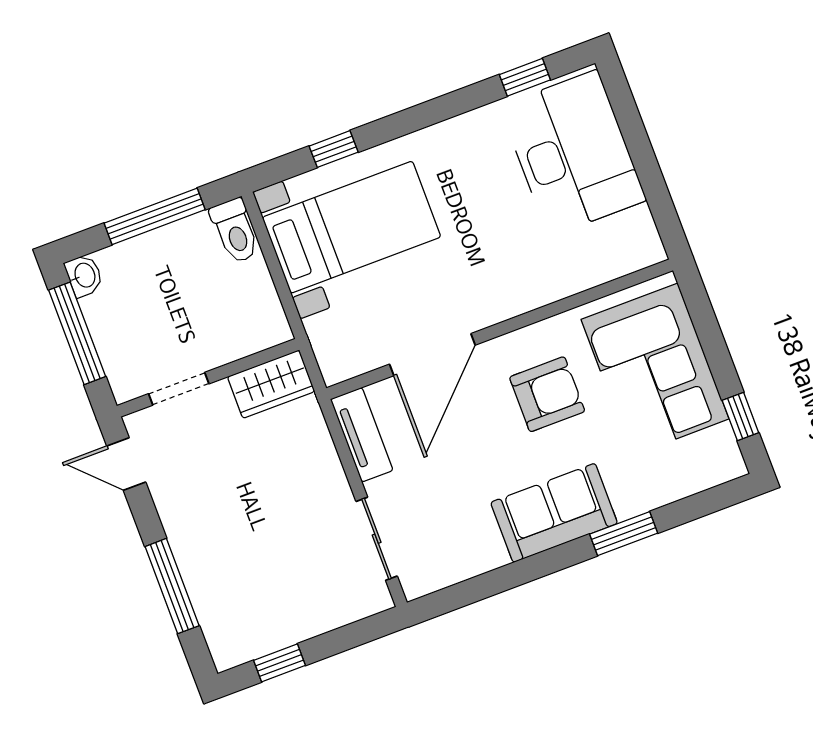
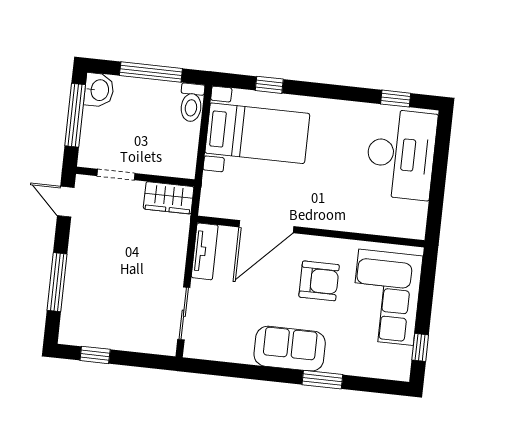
washbasin: (84, 275) -> (99, 90), width x1.38, depth x1.45

